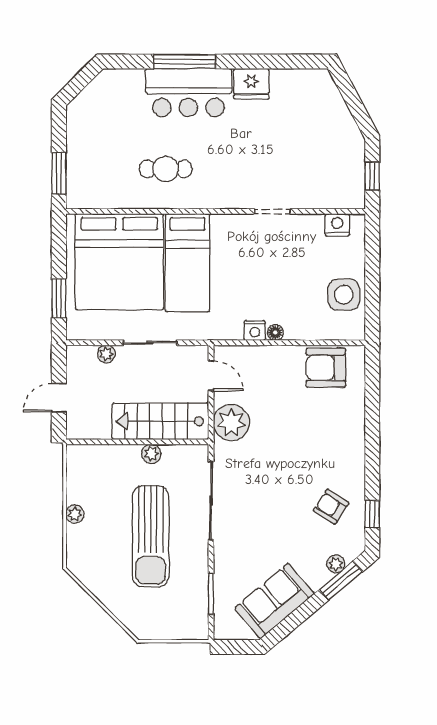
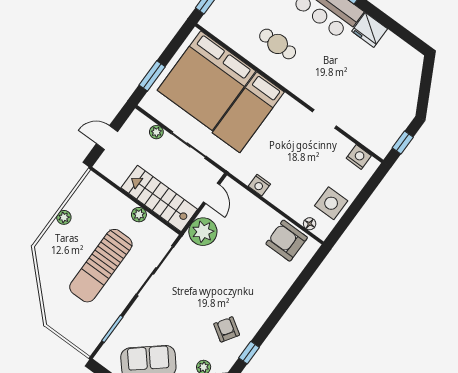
floor lamp: (275, 333) -> (310, 224), moved

